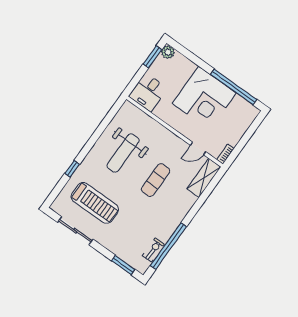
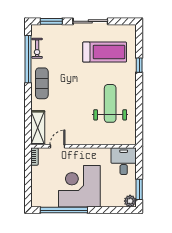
exercise mat: (156, 180) -> (42, 83), moved
treadmill: (95, 203) -> (105, 52), turned 180
sliding door: (75, 231) -> (90, 21), moved

